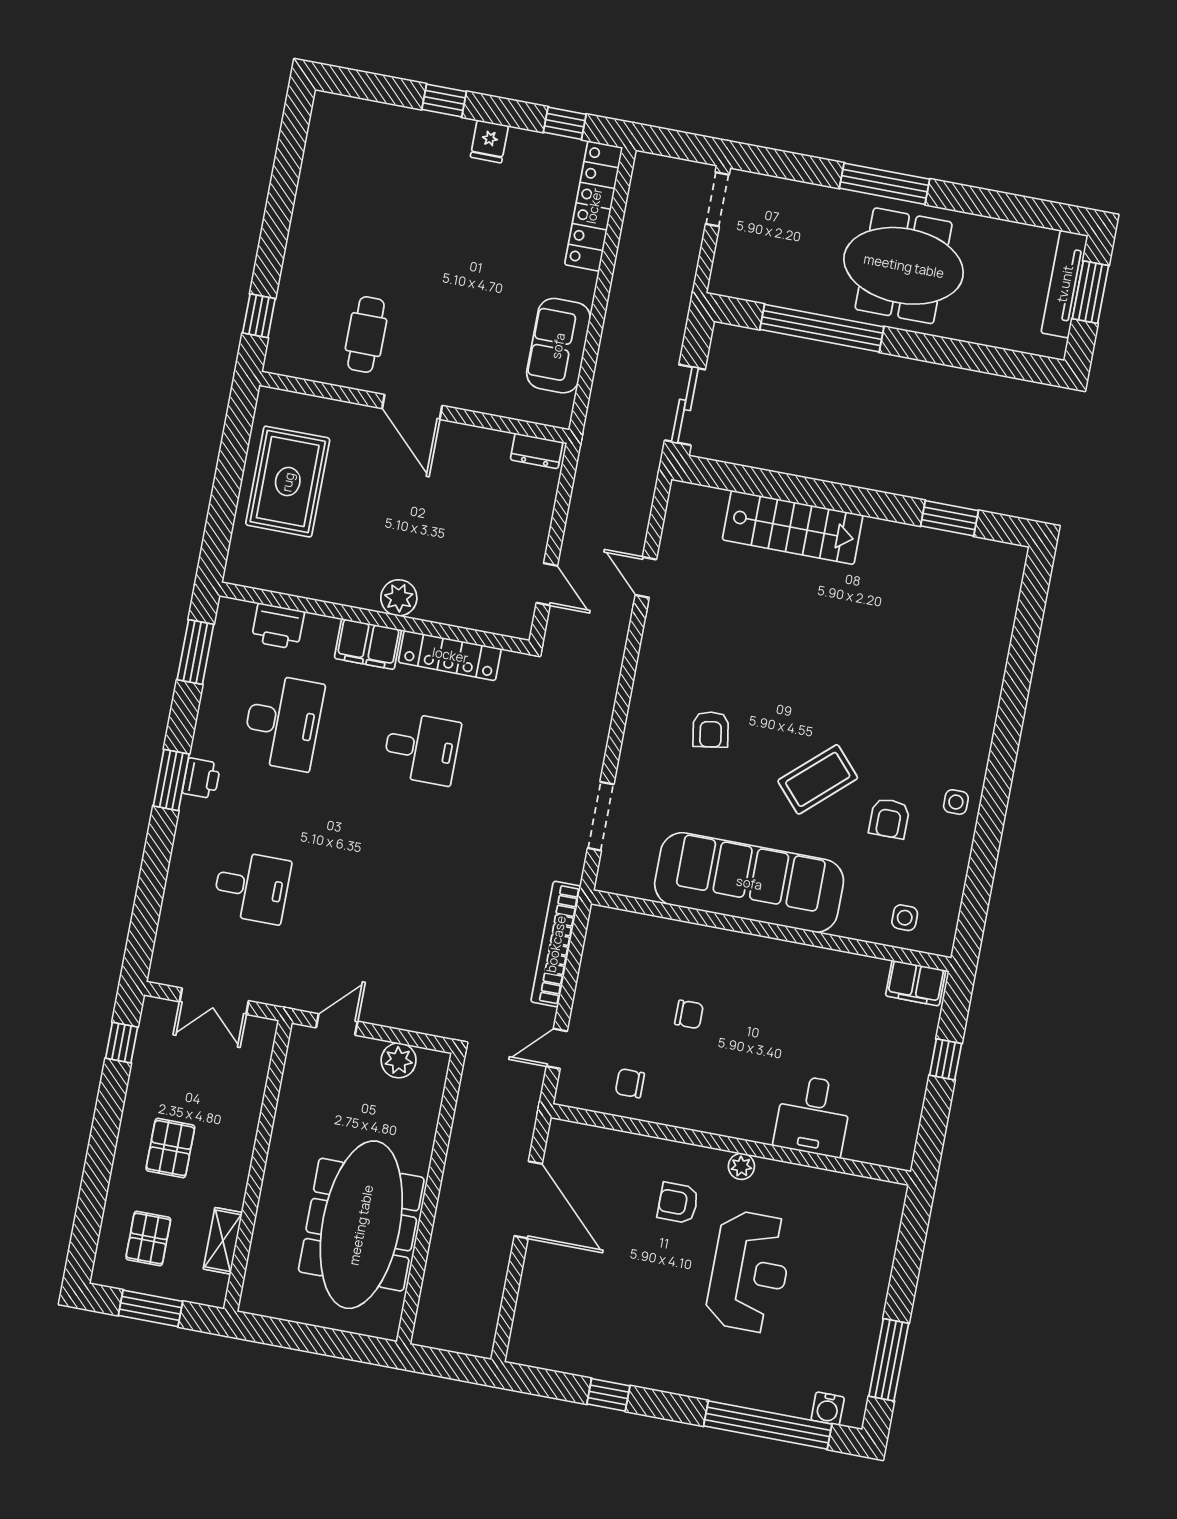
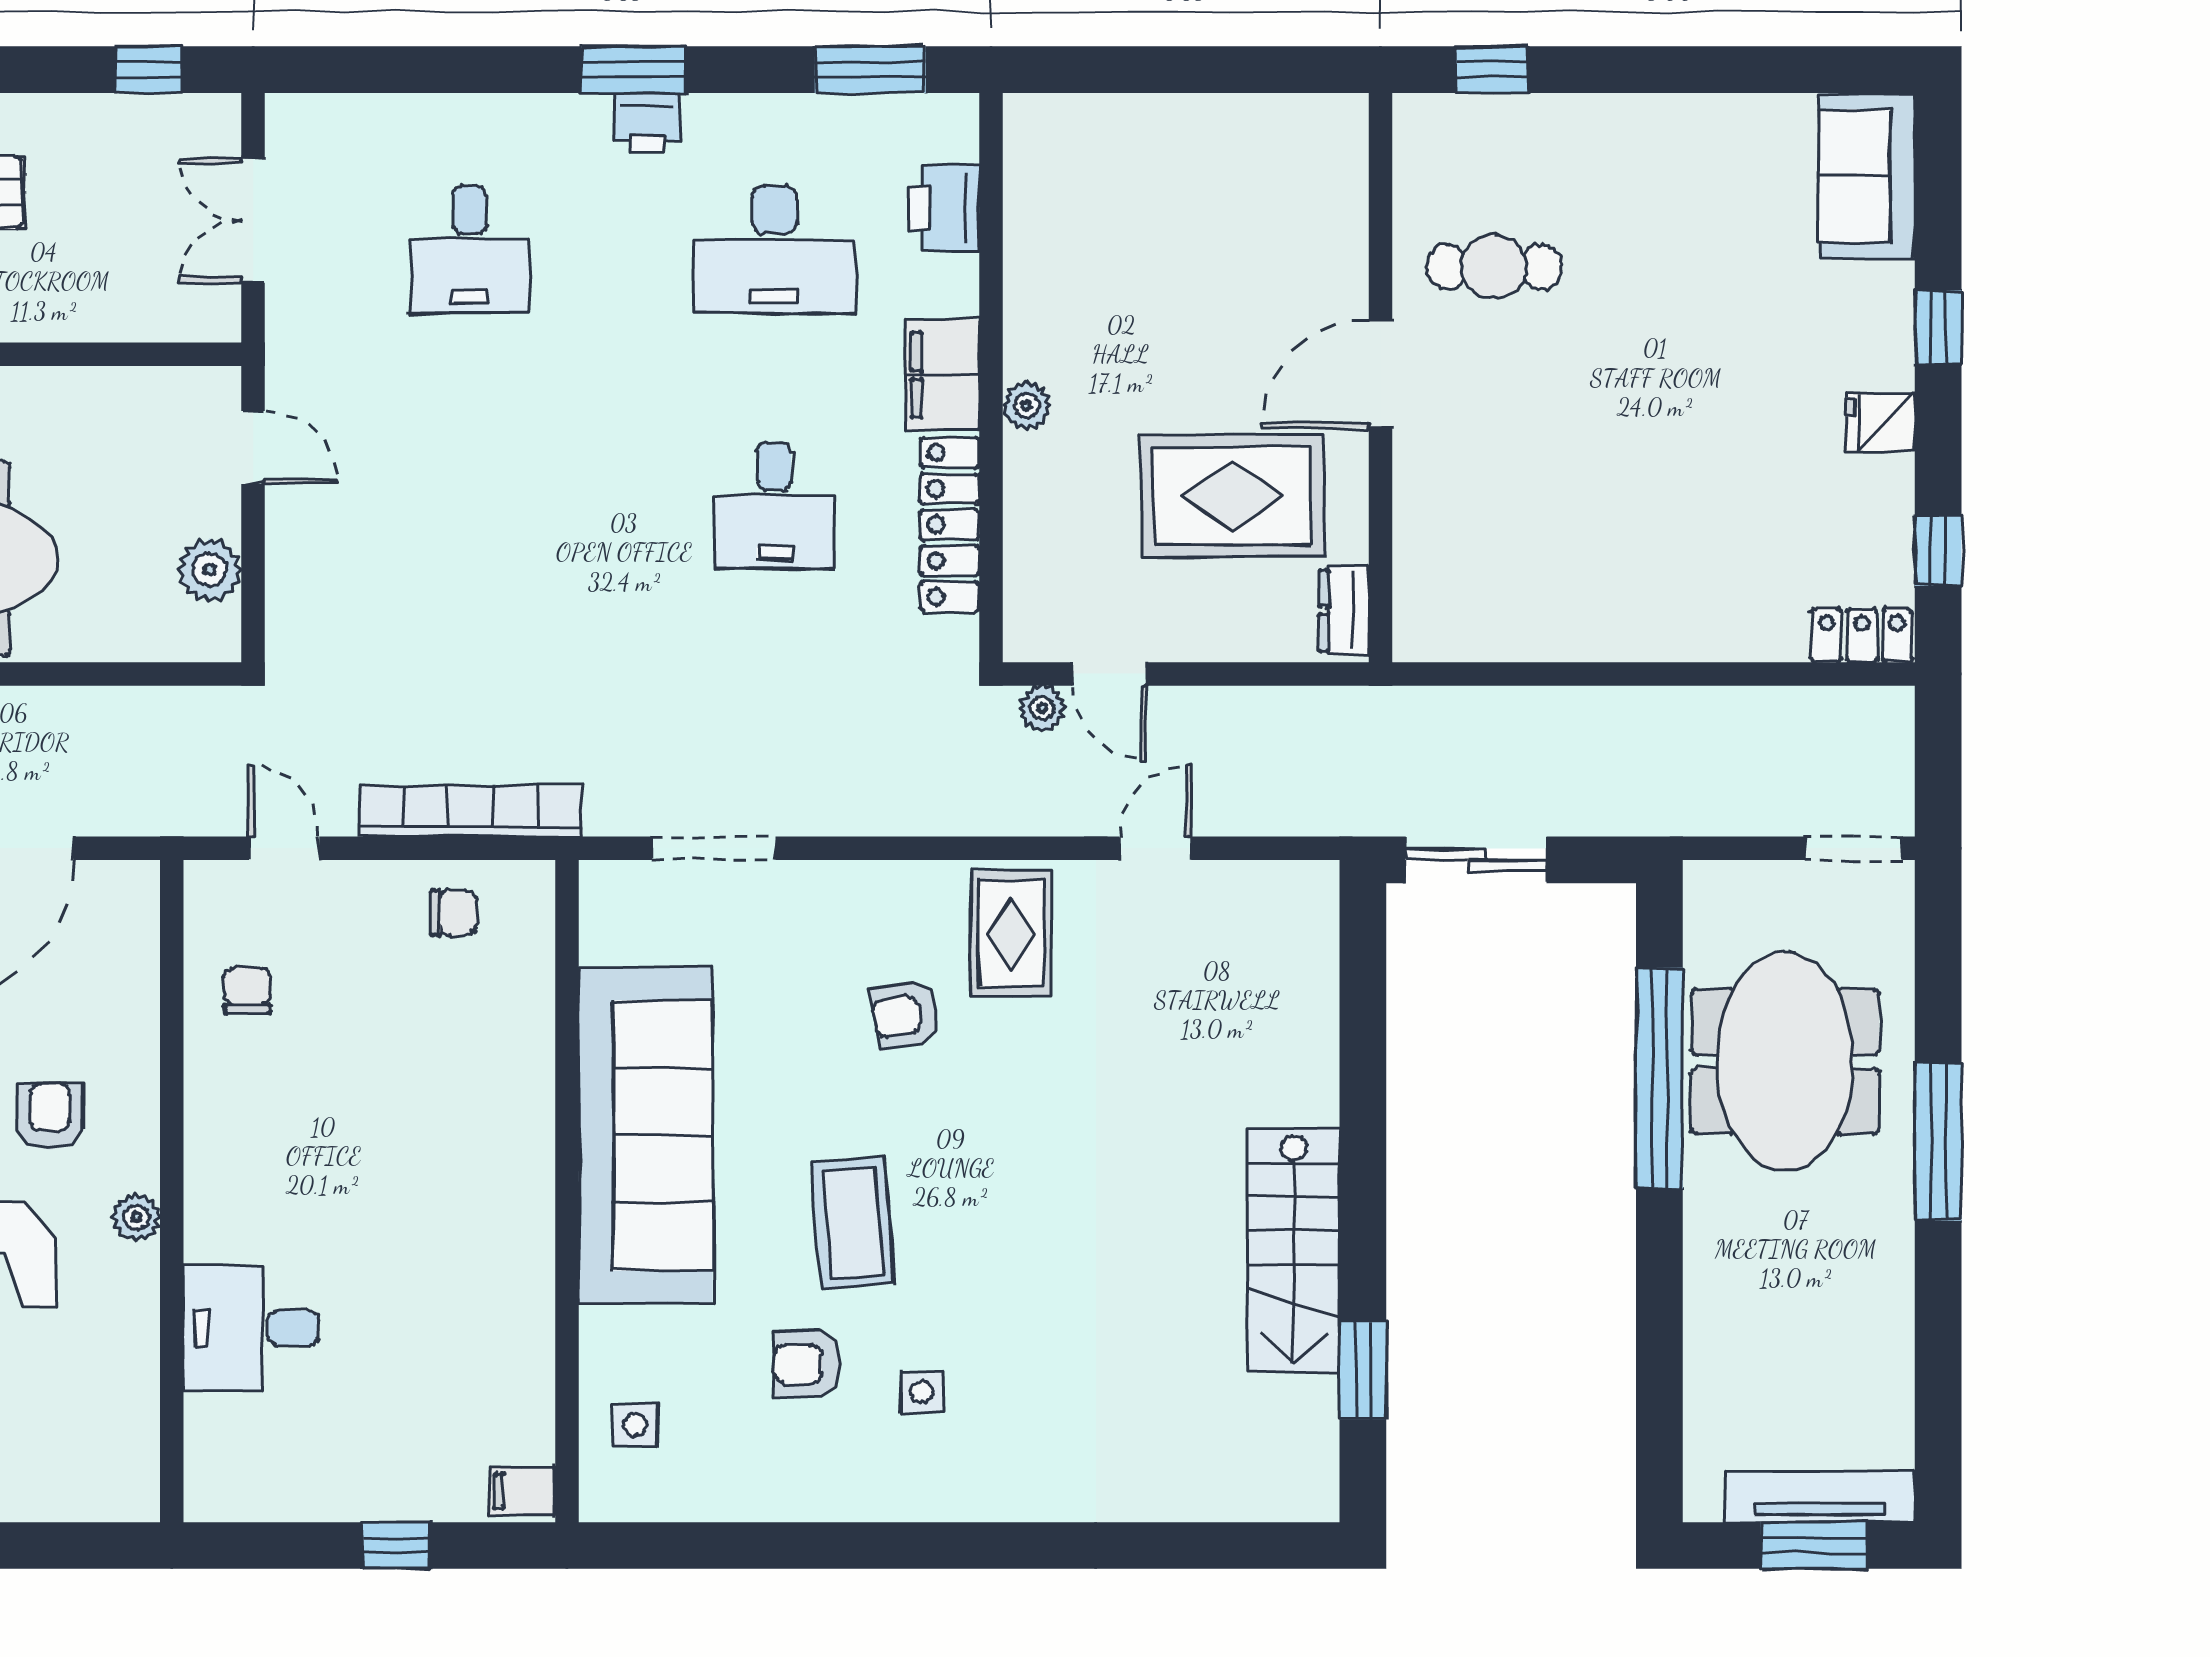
locker: (594, 206) -> (1862, 635), width x0.46, depth x0.83
meeting table: (904, 266) -> (1785, 1061), moved
sofa: (558, 346) -> (1867, 176), moved, turned -90
rug: (288, 482) -> (1233, 496), moved
stairs: (793, 527) -> (1294, 1250), moved
door: (547, 584) -> (1110, 674), hinge flipped
plant: (399, 598) -> (1027, 405), width x0.73, depth x0.73
plant: (559, 624) -> (1042, 708), added
rug: (677, 664) -> (1011, 934), added
coffee table: (818, 779) -> (853, 1223), turned 37
side table: (956, 802) -> (922, 1392), moved
filing cabinet: (916, 983) -> (522, 1491), width x0.50
chair: (689, 1014) -> (454, 913), moved, turned -90

